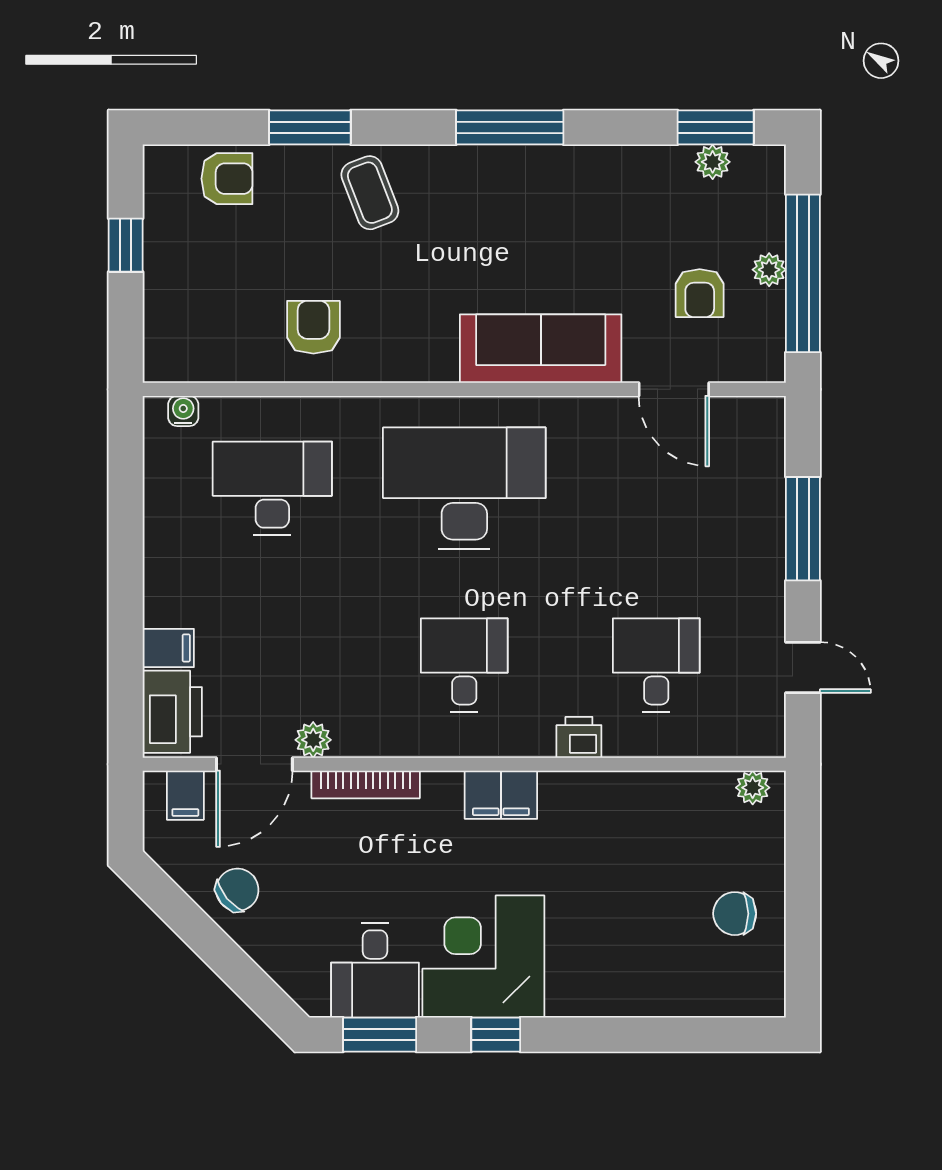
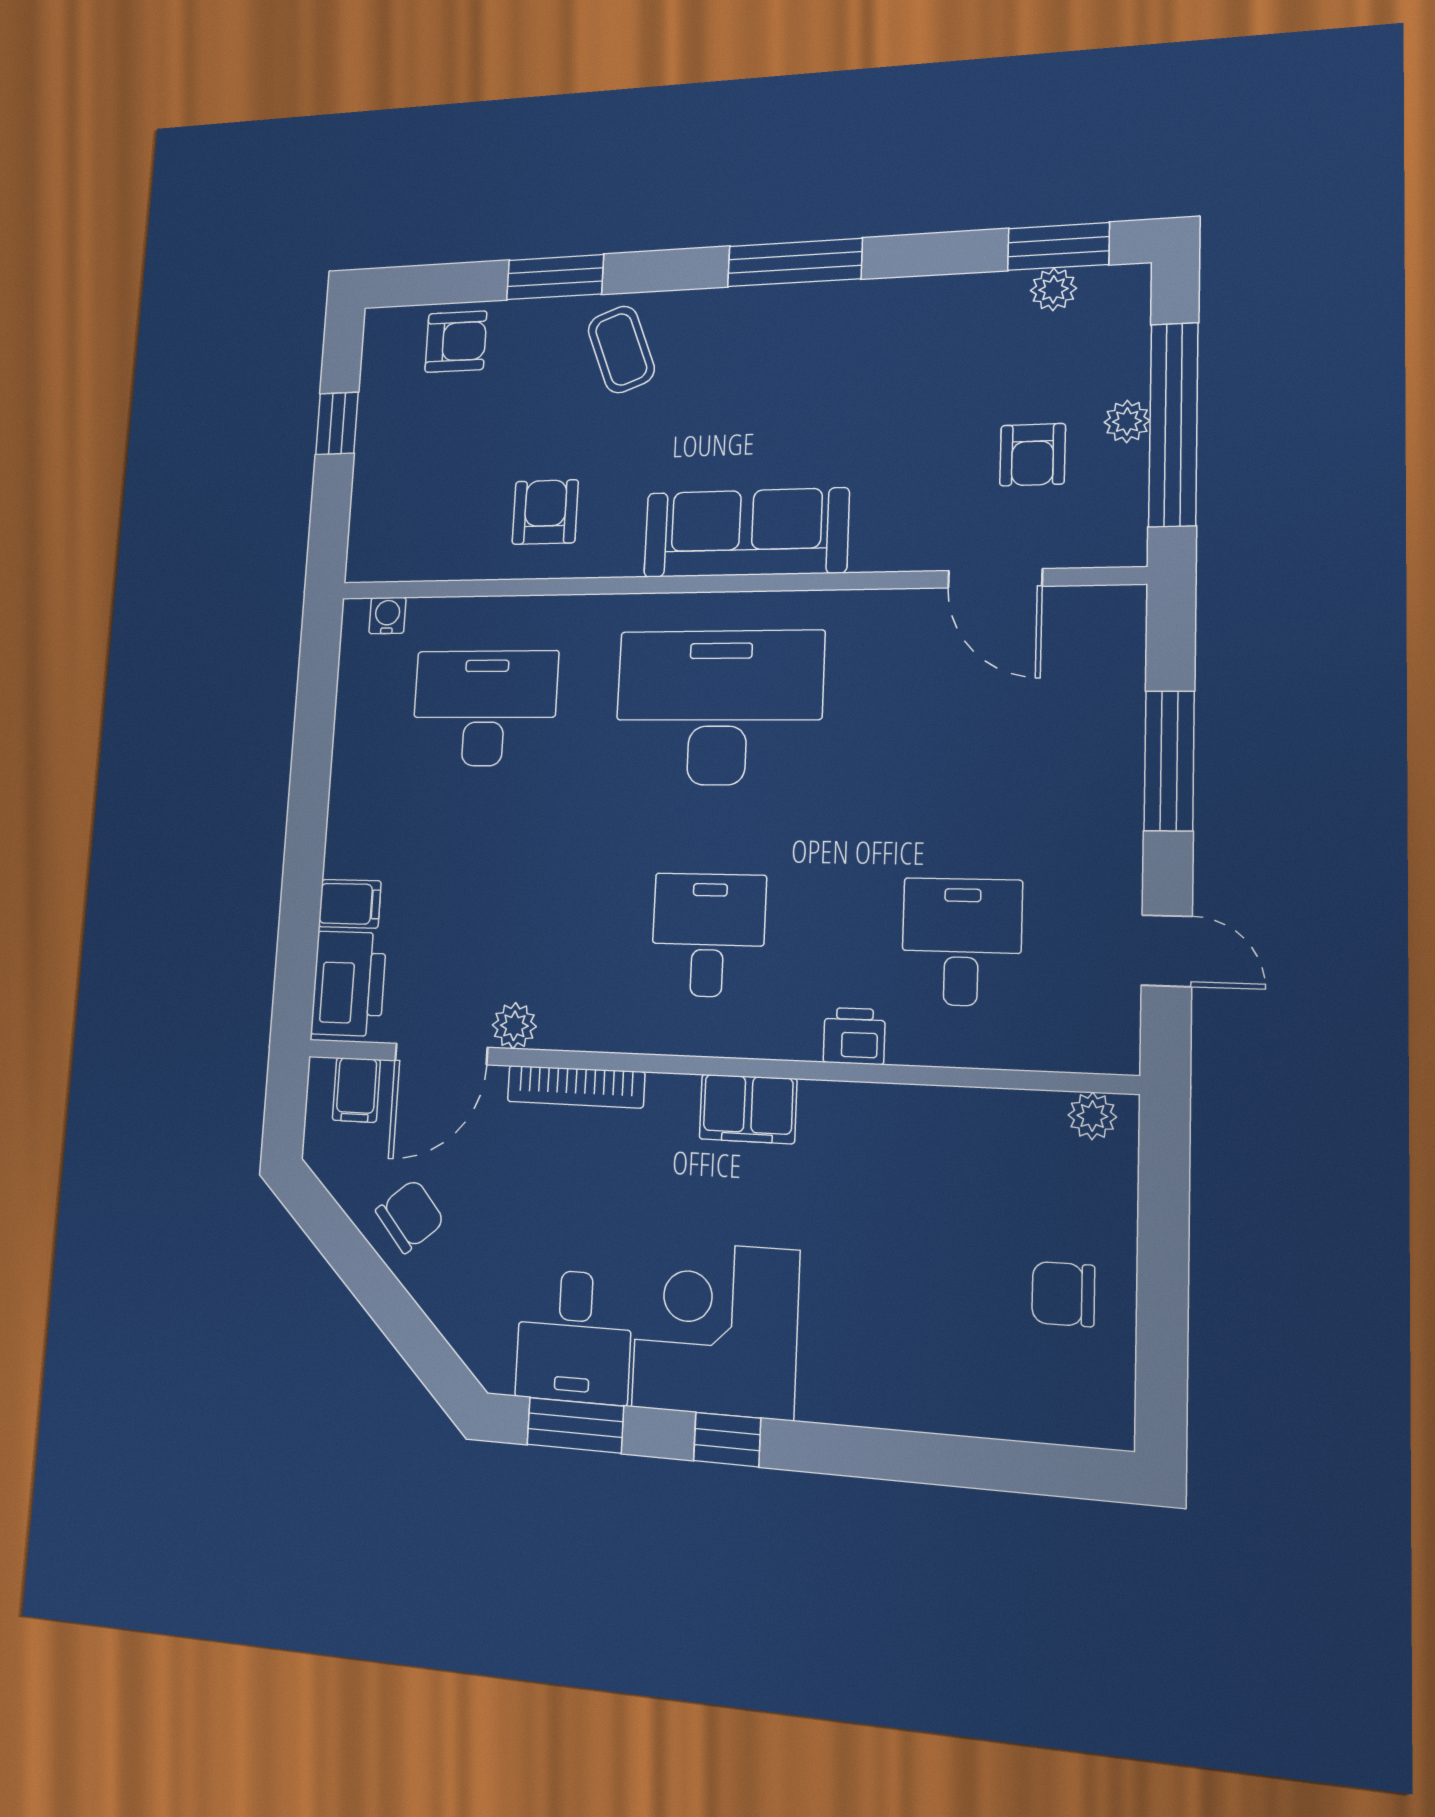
sofa: (541, 349) -> (746, 533), moved

